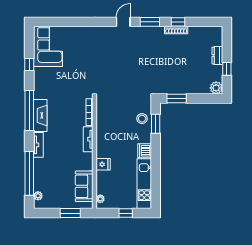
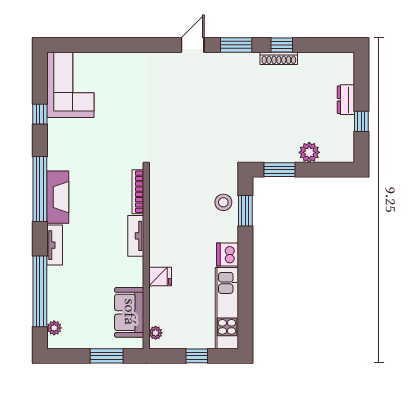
plant: (216, 88) -> (309, 152), moved

